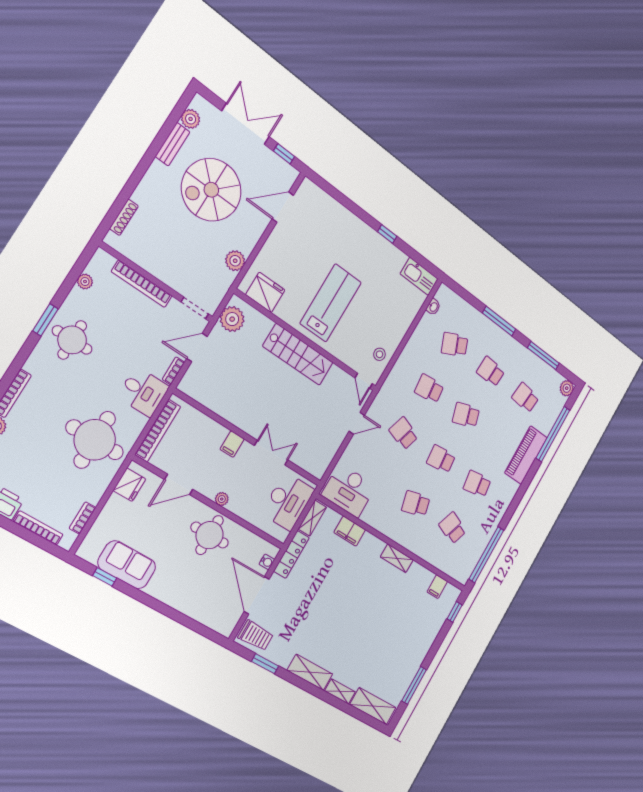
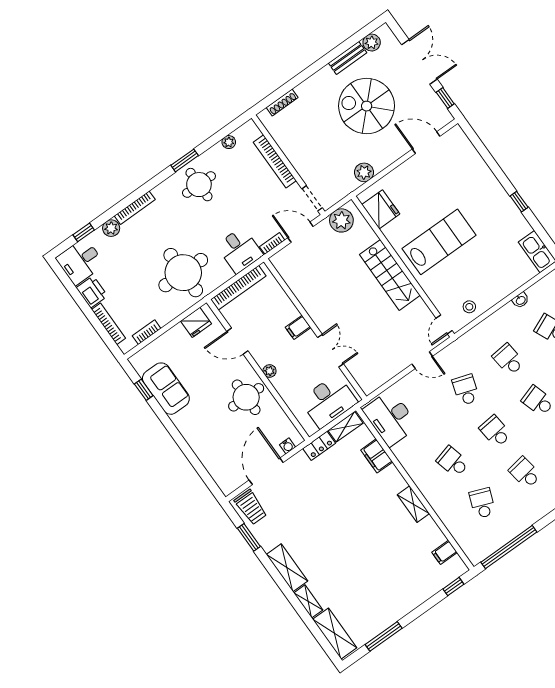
washbasin: (433, 307) -> (521, 300), moved
locker: (291, 554) -> (319, 446), width x0.66

